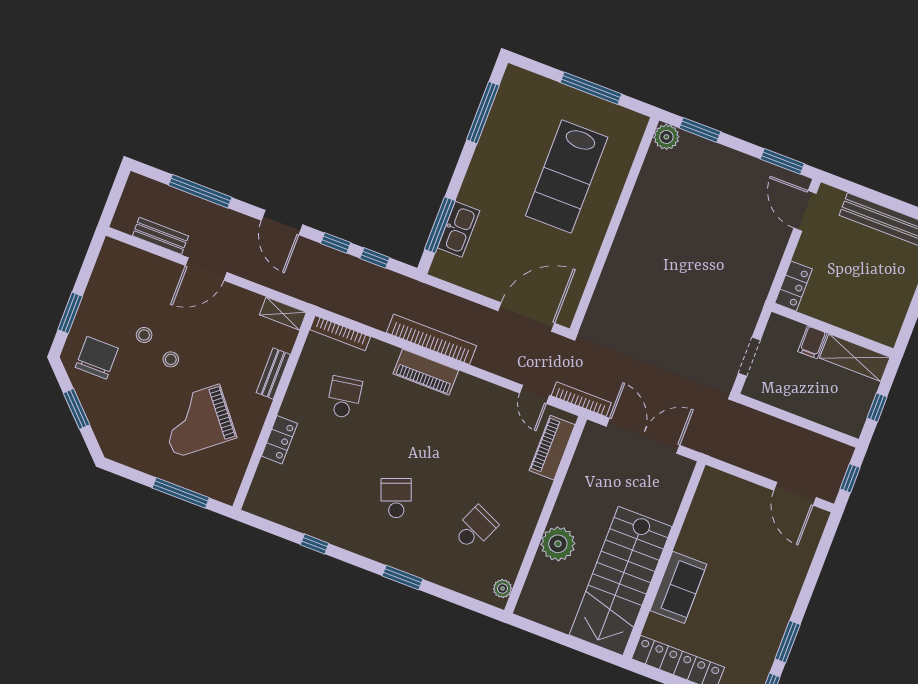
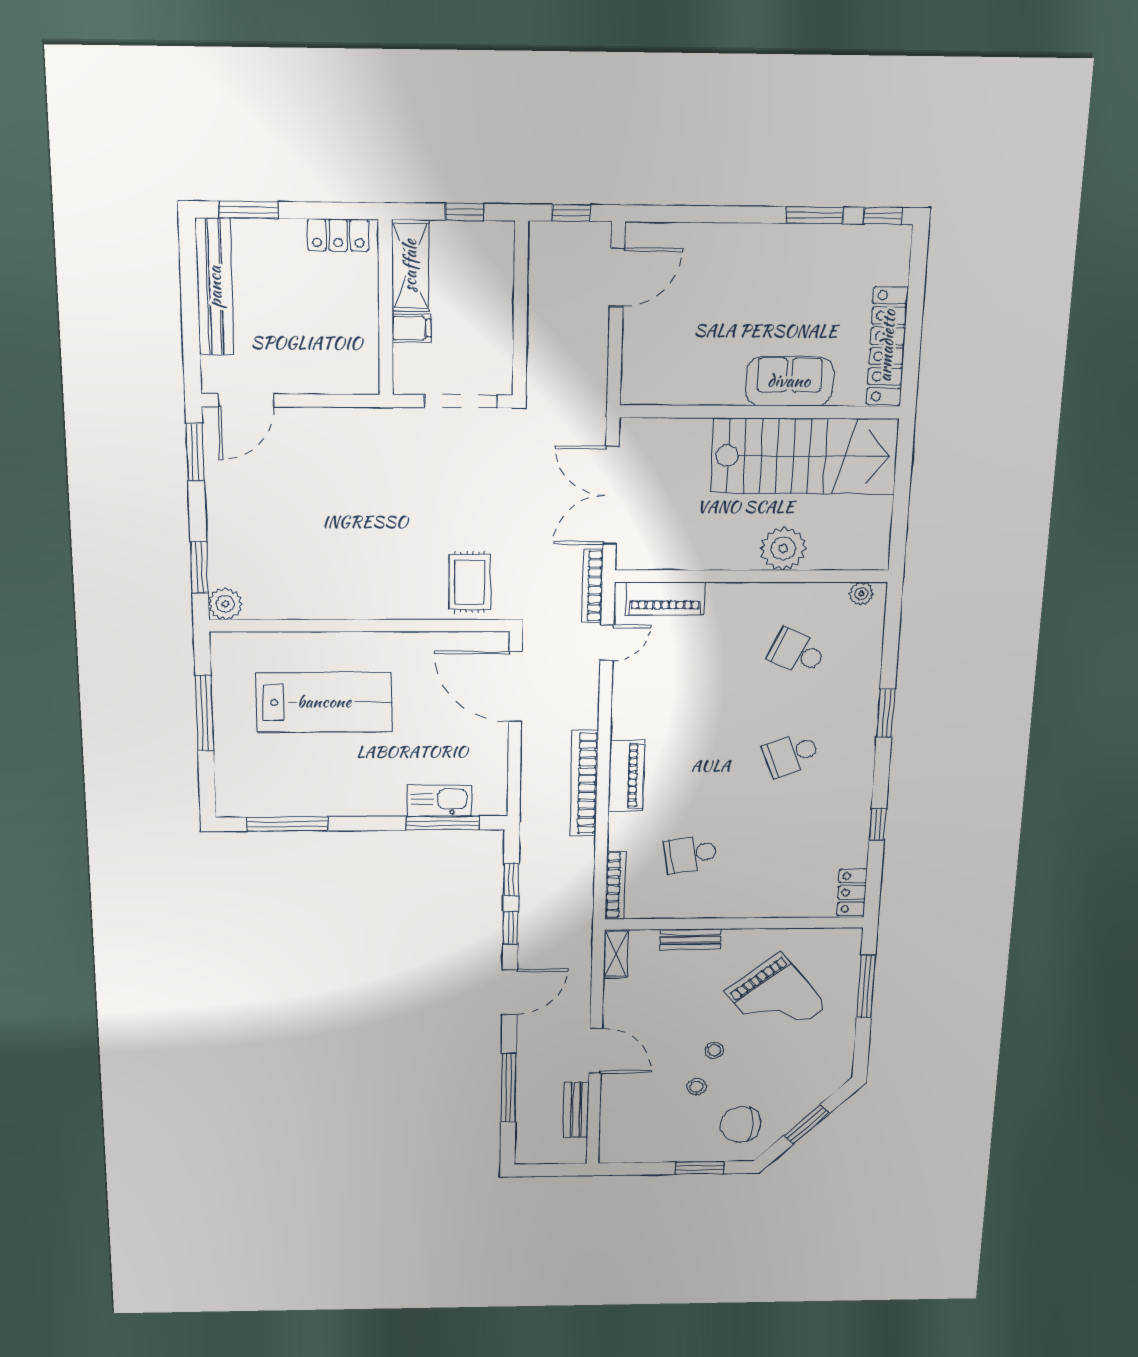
locker: (793, 286) -> (338, 235), moved, turned 180
rug: (617, 314) -> (470, 582), added
doorway: (749, 357) -> (461, 401), width x1.38
locker: (279, 440) -> (852, 893), moved, turned -90

